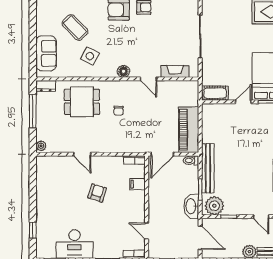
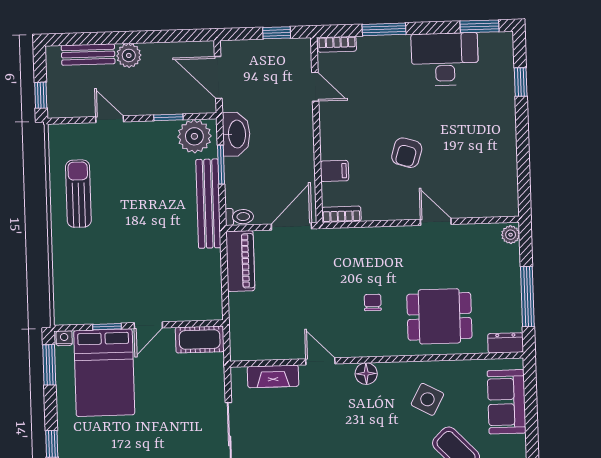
piano: (189, 130) -> (240, 261), width x0.73, depth x0.75

